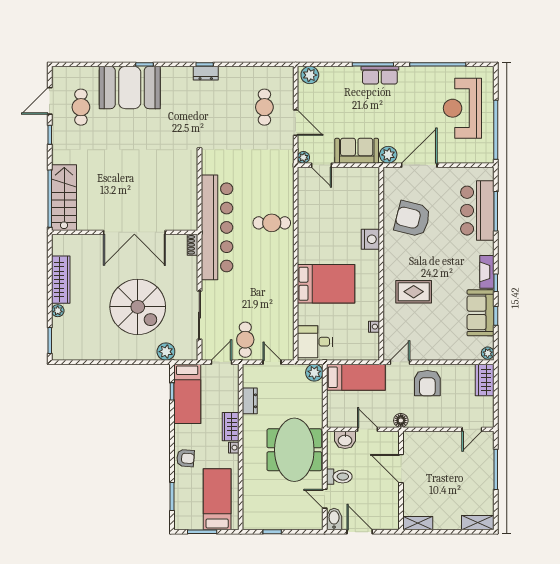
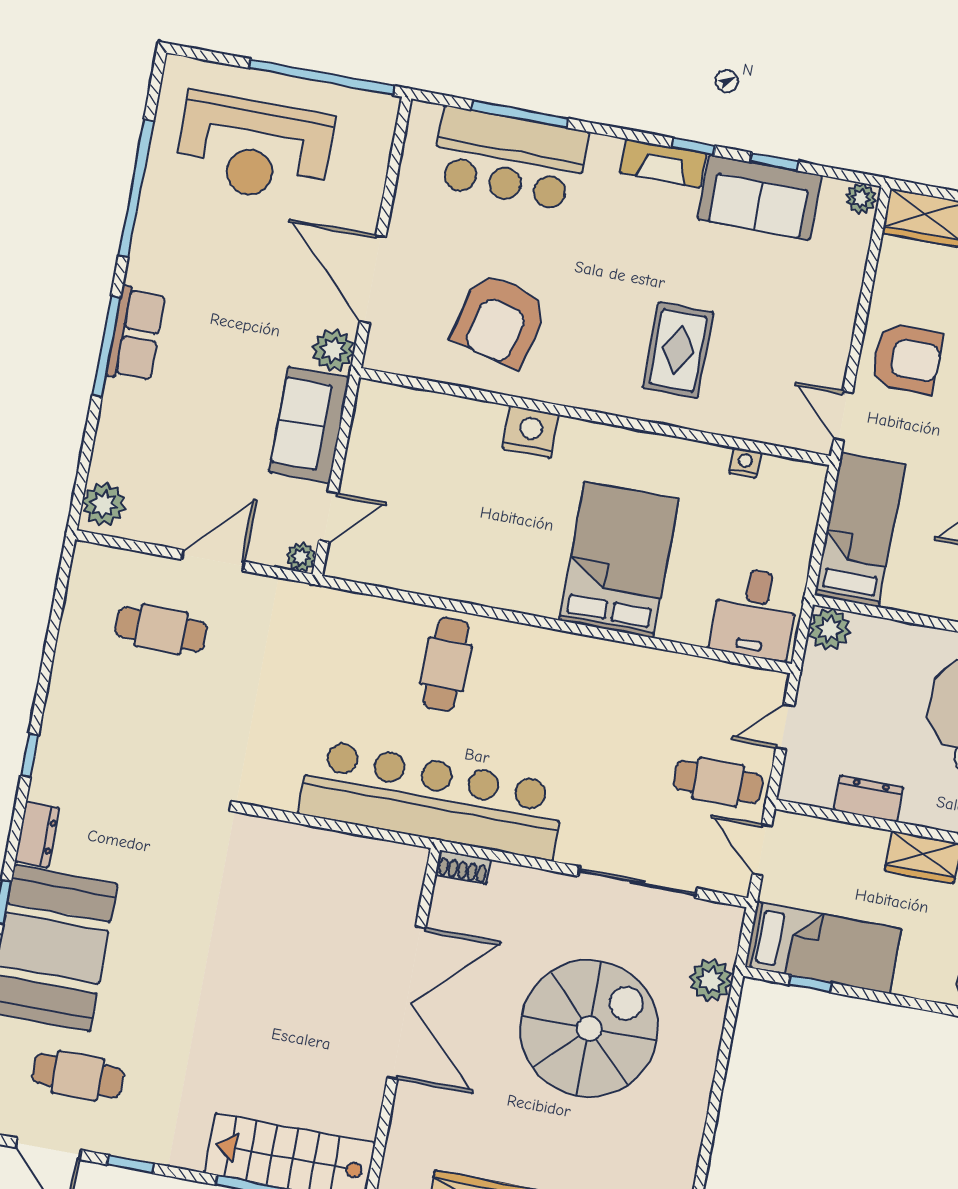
dresser: (206, 73) -> (37, 835), moved

